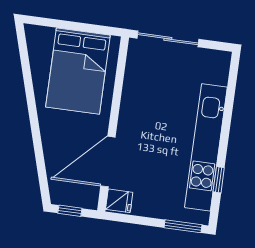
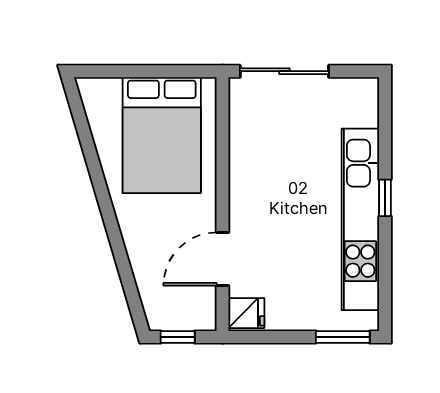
door: (108, 162) -> (223, 259), width x0.73
window: (219, 180) -> (385, 198), moved

